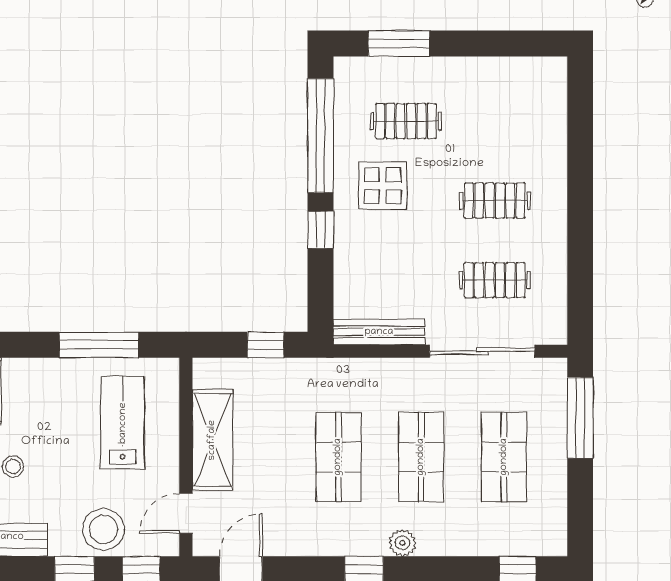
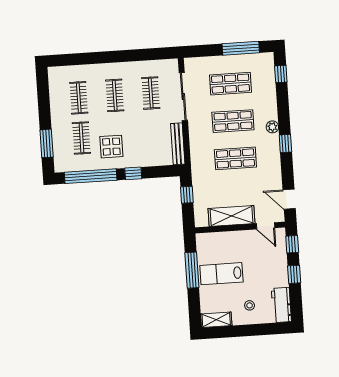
clothes rail: (495, 121) -> (79, 98), added
window: (580, 418) -> (241, 48), moved
lab bench: (123, 423) -> (221, 274), moved
stool: (103, 529) -> (275, 263), removed

